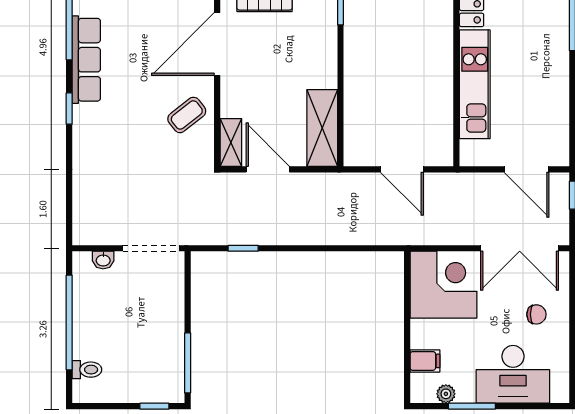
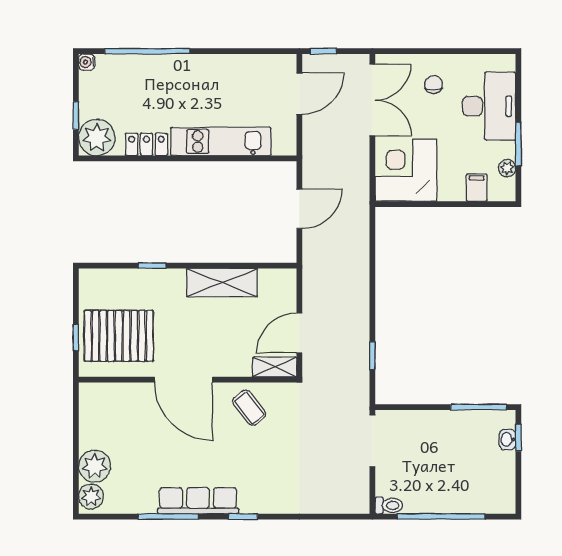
shelving: (322, 128) -> (222, 283), moved
washbasin: (103, 260) -> (508, 439), moved, turned 180
toilet: (87, 370) -> (389, 505), moved, turned 90

